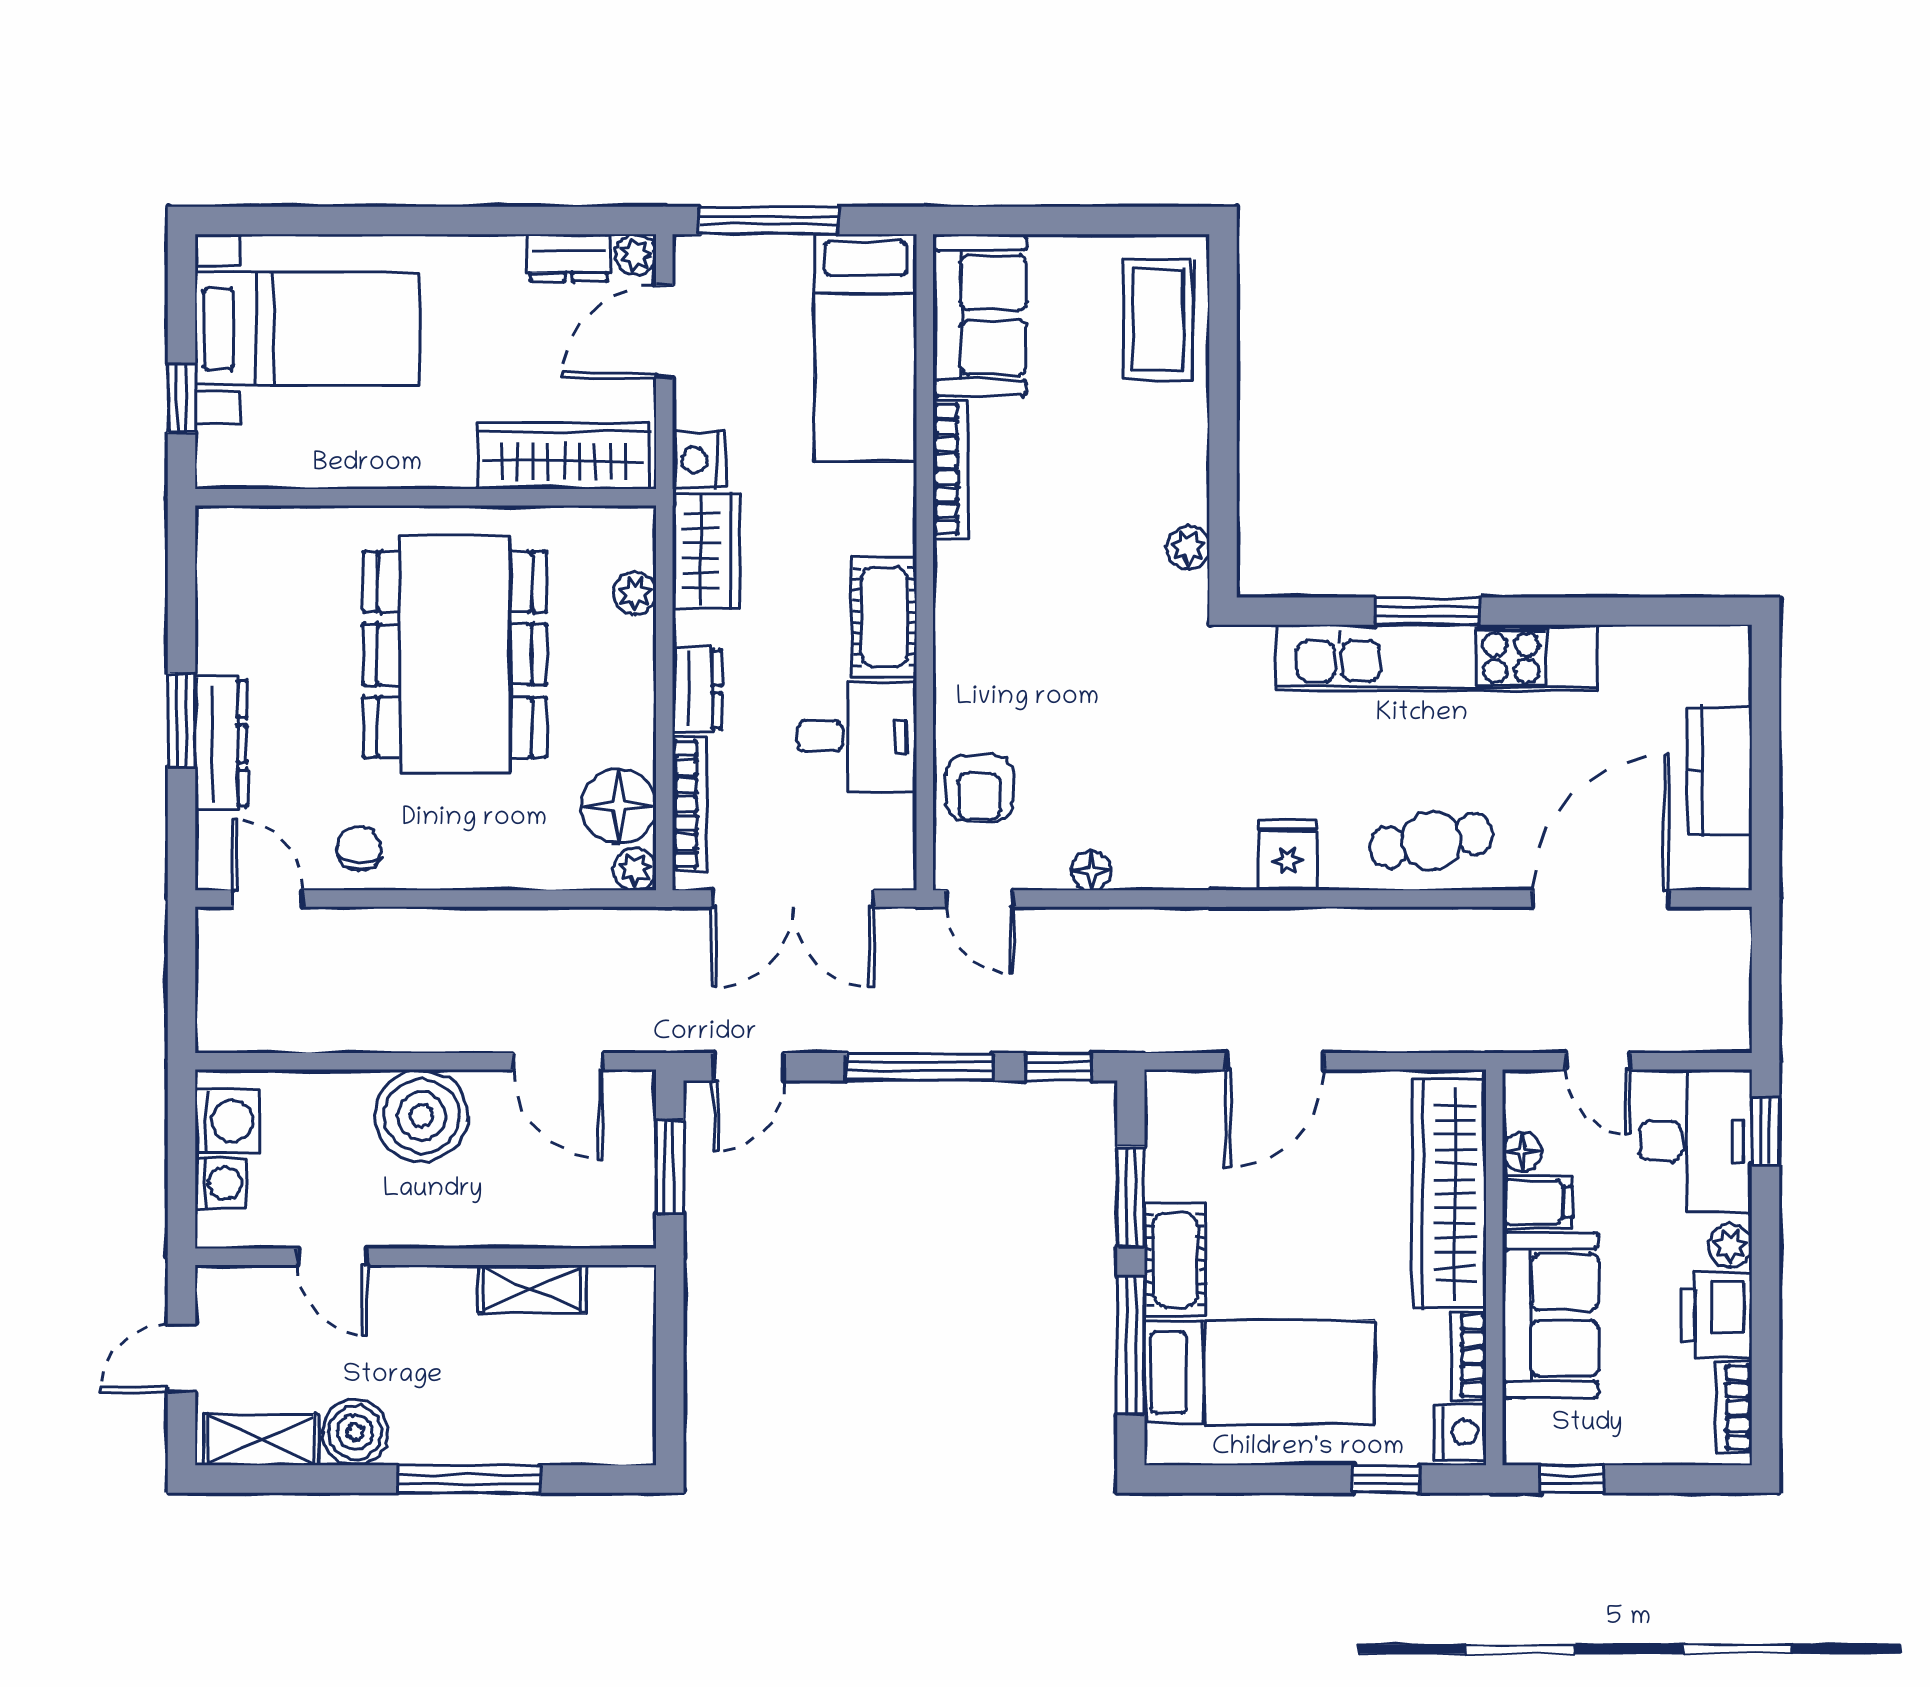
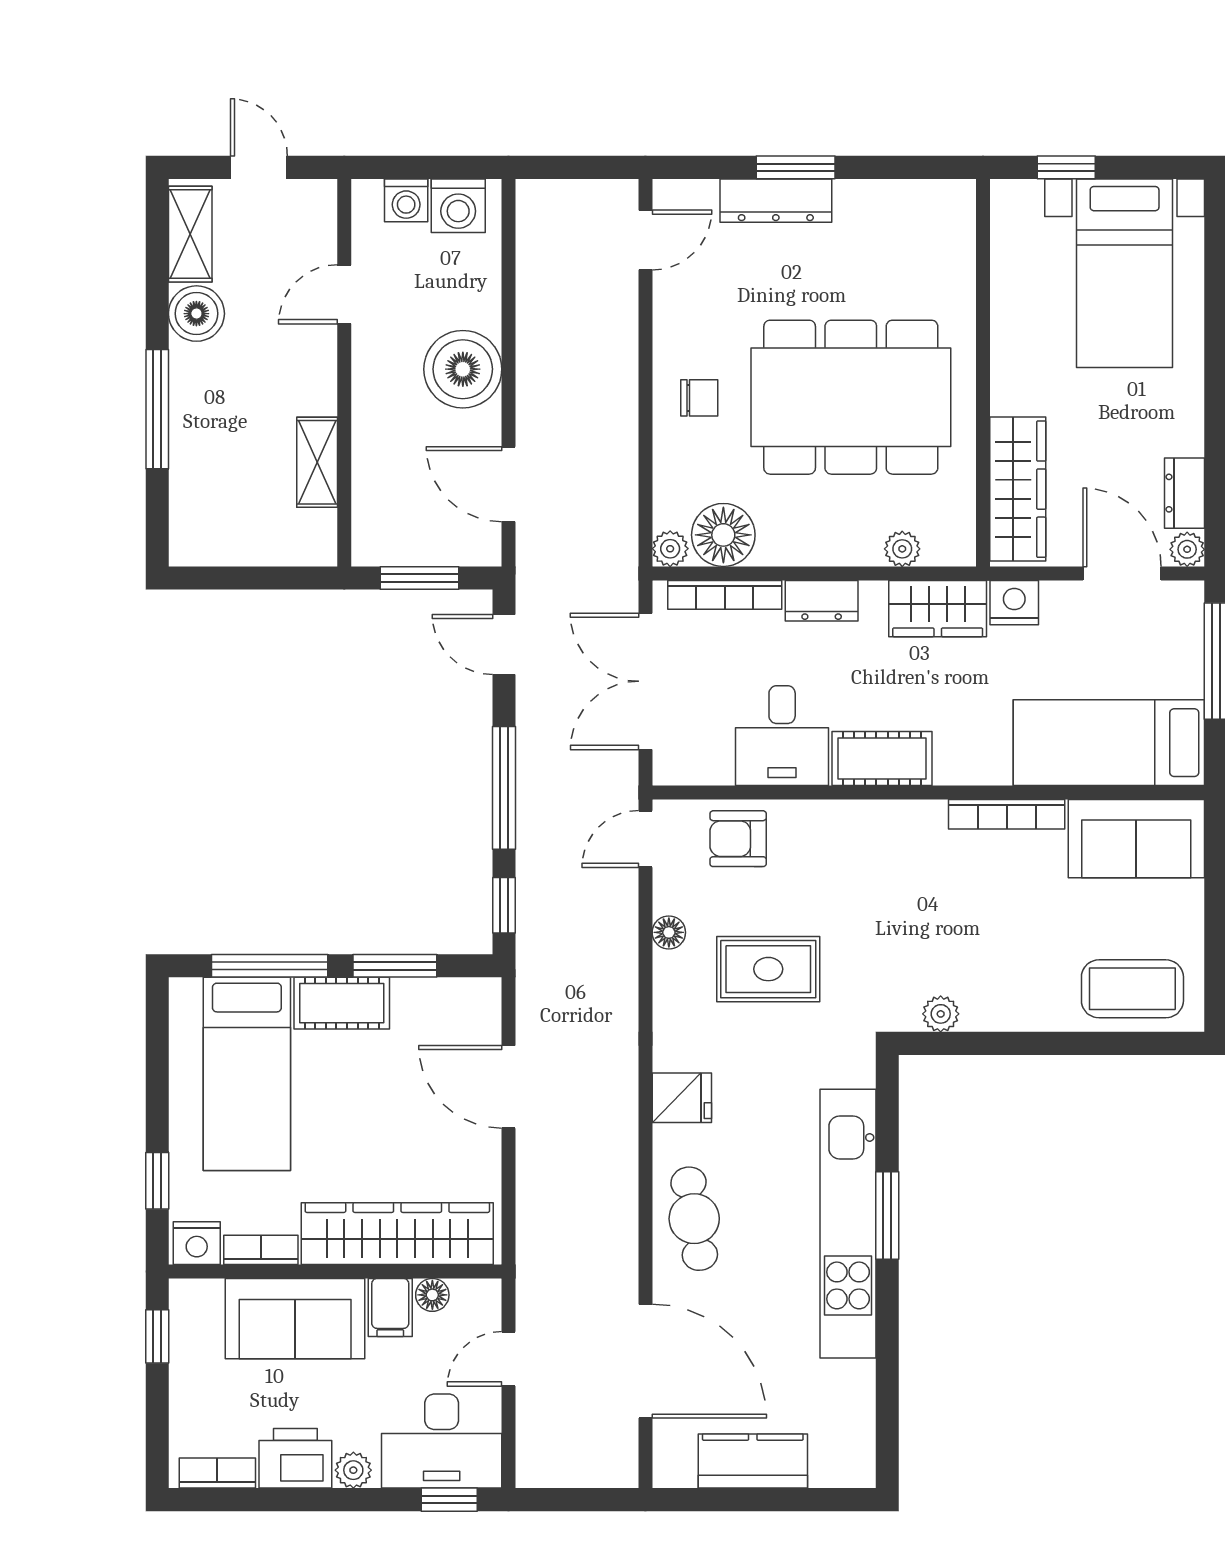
rug: (1135, 753) -> (768, 969), added
chair: (359, 848) -> (699, 398), moved
door: (558, 1061) -> (509, 484), hinge flipped

